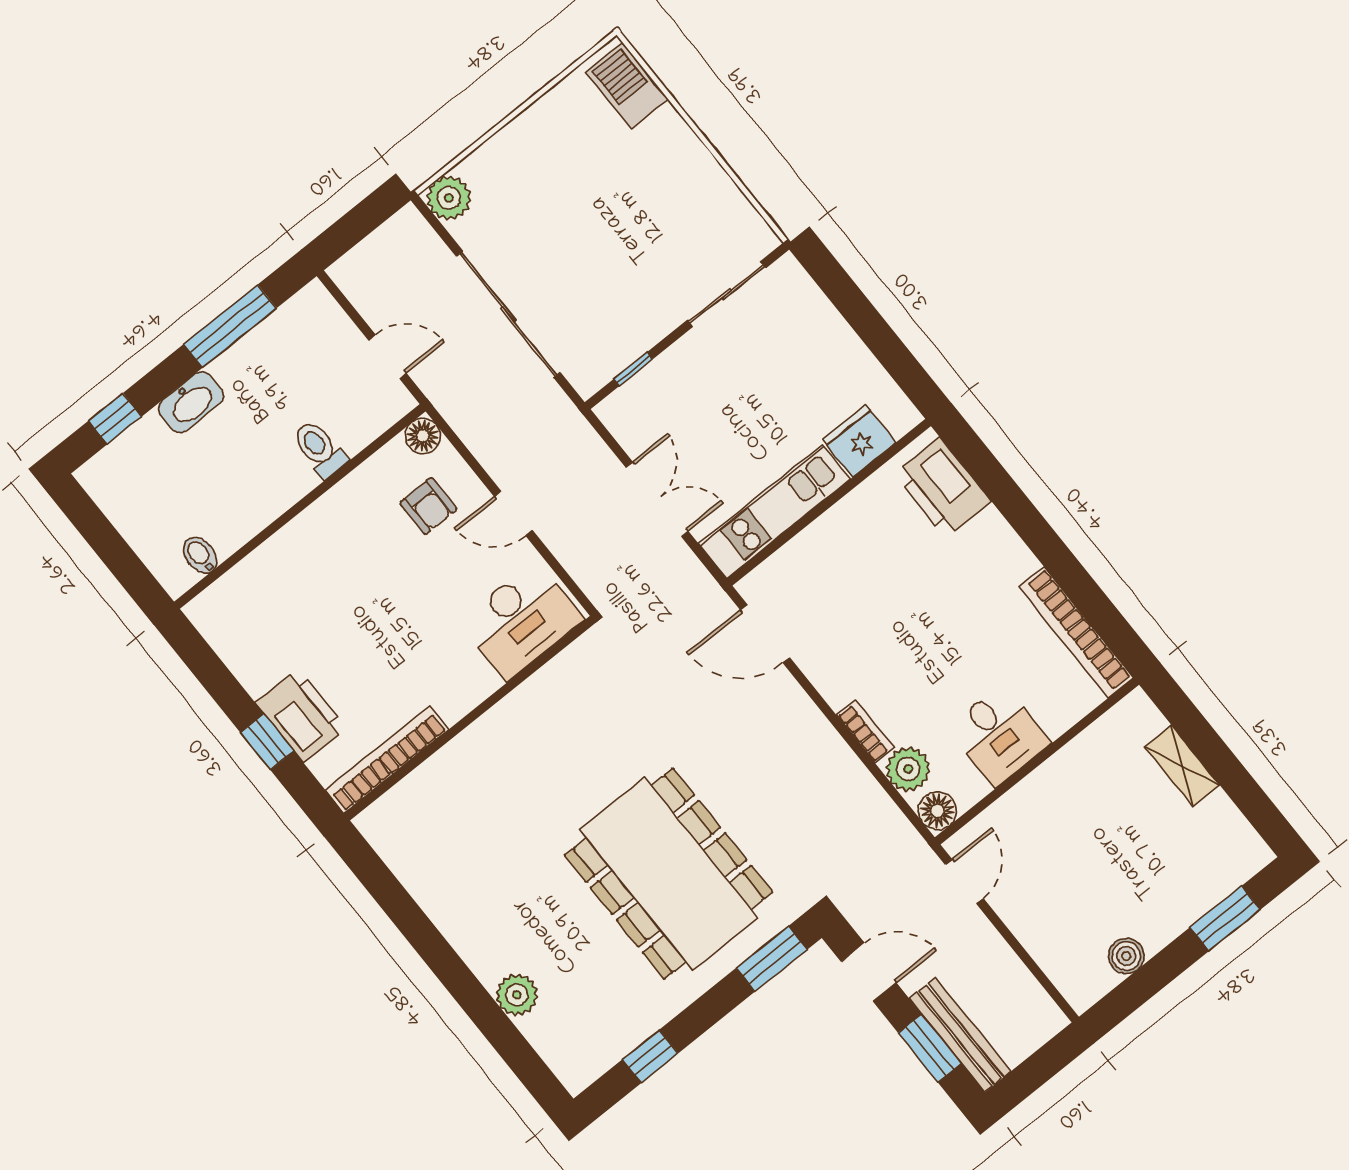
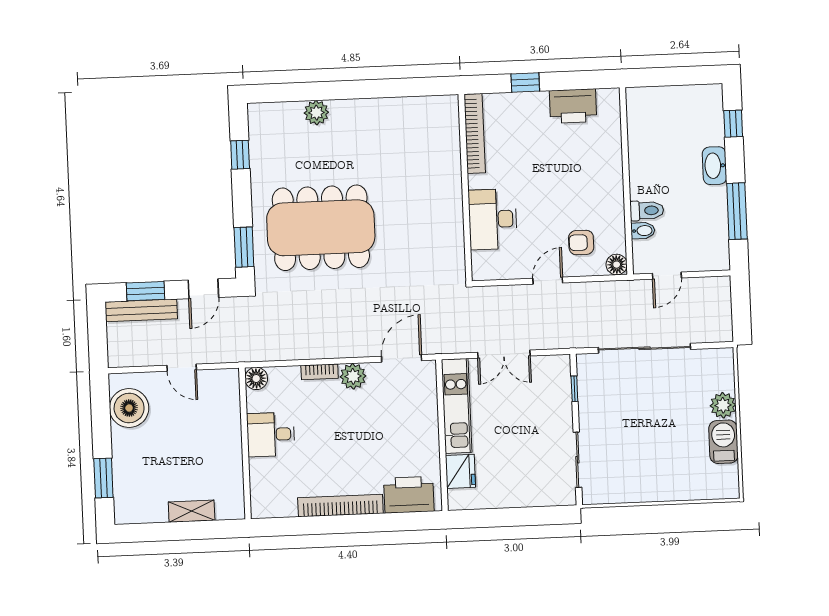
barbecue: (627, 86) -> (723, 442), moved, turned -90
plant: (449, 198) -> (723, 405), moved
bidet: (200, 555) -> (643, 231), moved
desk: (521, 620) -> (493, 219), moved
bookcase: (1076, 632) -> (340, 506), moved
printer: (301, 715) -> (573, 106), moved
plant: (908, 769) -> (353, 376), moved
door: (964, 881) -> (182, 368), moved
boiler: (1126, 956) -> (129, 408), width x1.86, depth x1.86

